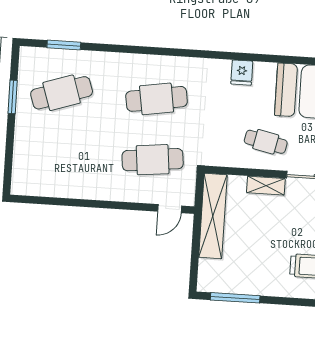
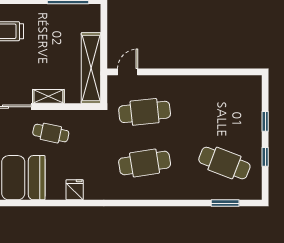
cafe table: (62, 93) -> (224, 163), turned 39
window: (13, 97) -> (265, 157), width x0.67
window: (10, 139) -> (265, 121), added

